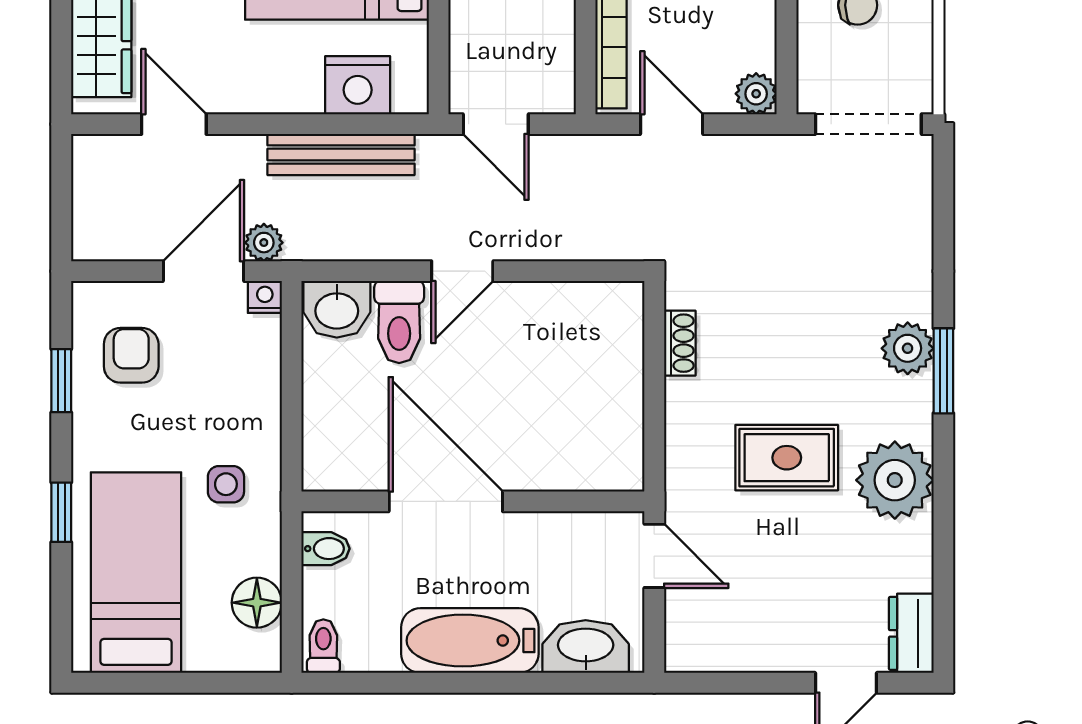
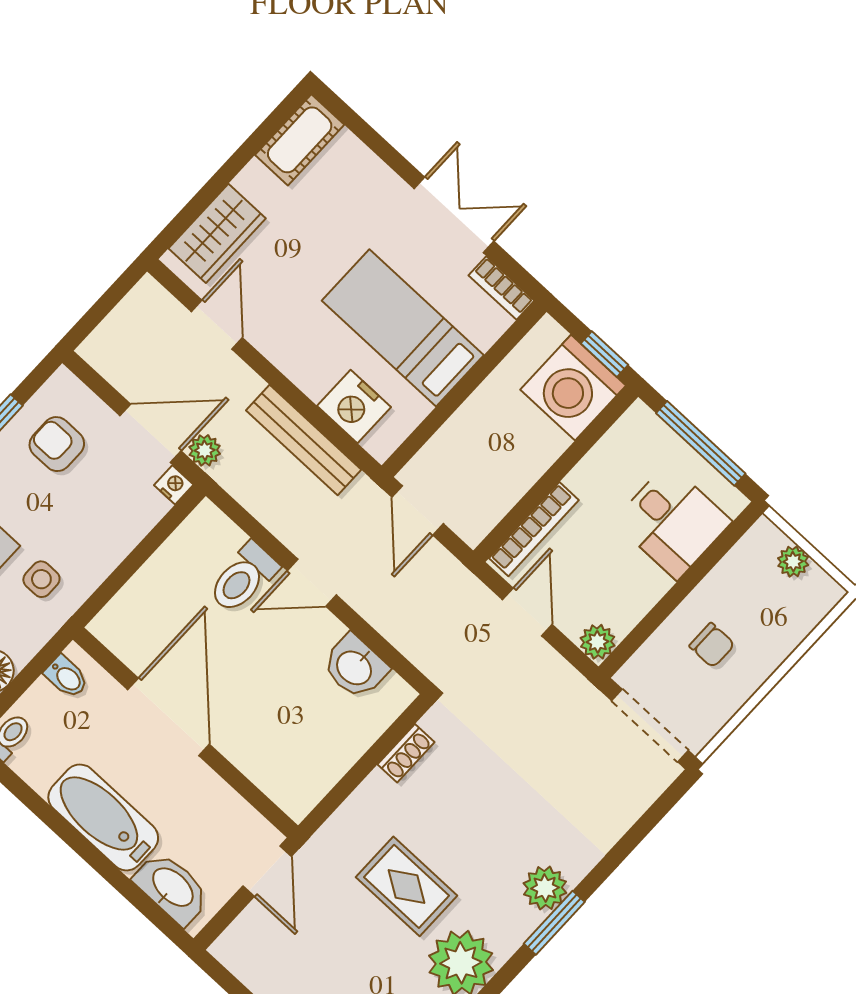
washbasin: (337, 309) -> (355, 667), moved
armchair: (131, 355) -> (57, 444), turned -90

